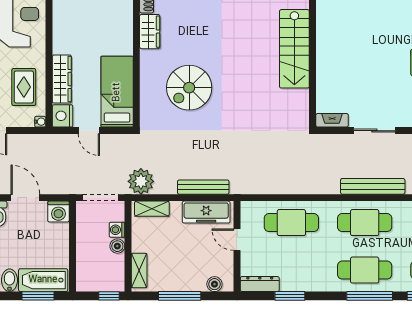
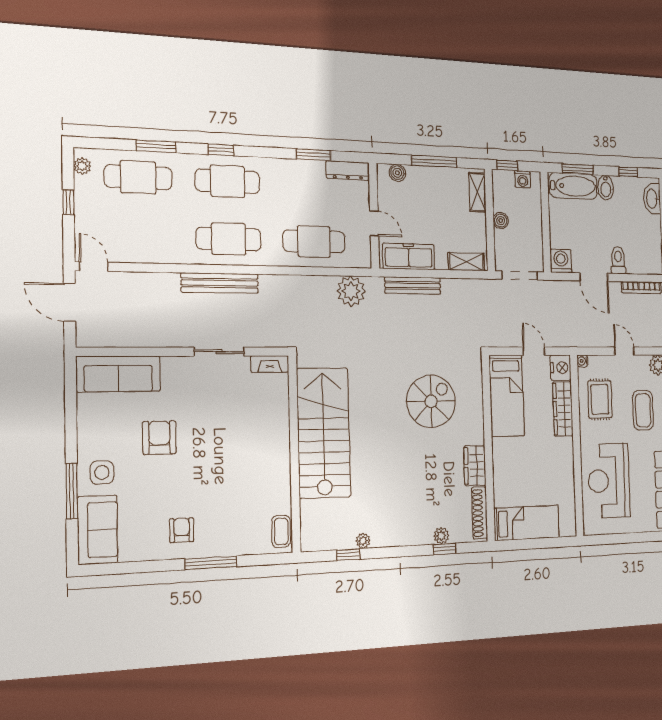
stairs: (294, 49) -> (324, 433), width x1.36, depth x1.51
plant: (141, 181) -> (351, 291), moved
washing machine: (117, 230) -> (523, 179), moved, turned 90
window: (370, 296) -> (221, 150), width x0.46

